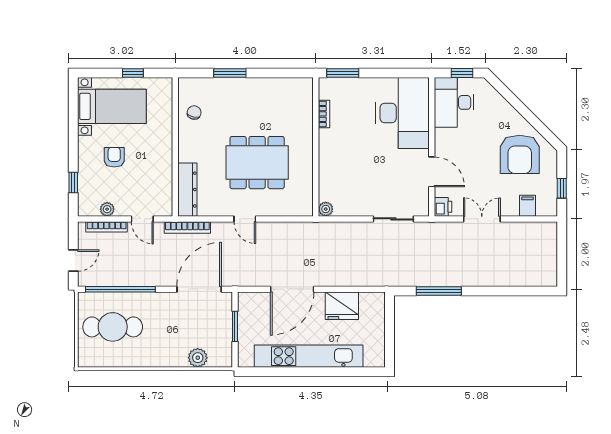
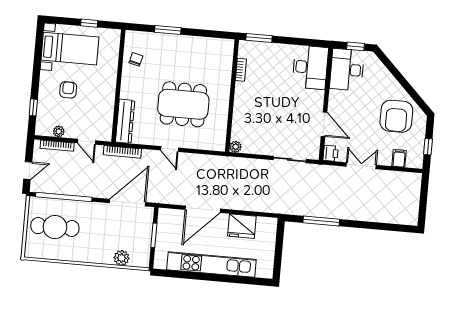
desk: (403, 113) -> (310, 67), width x0.73, depth x0.77

